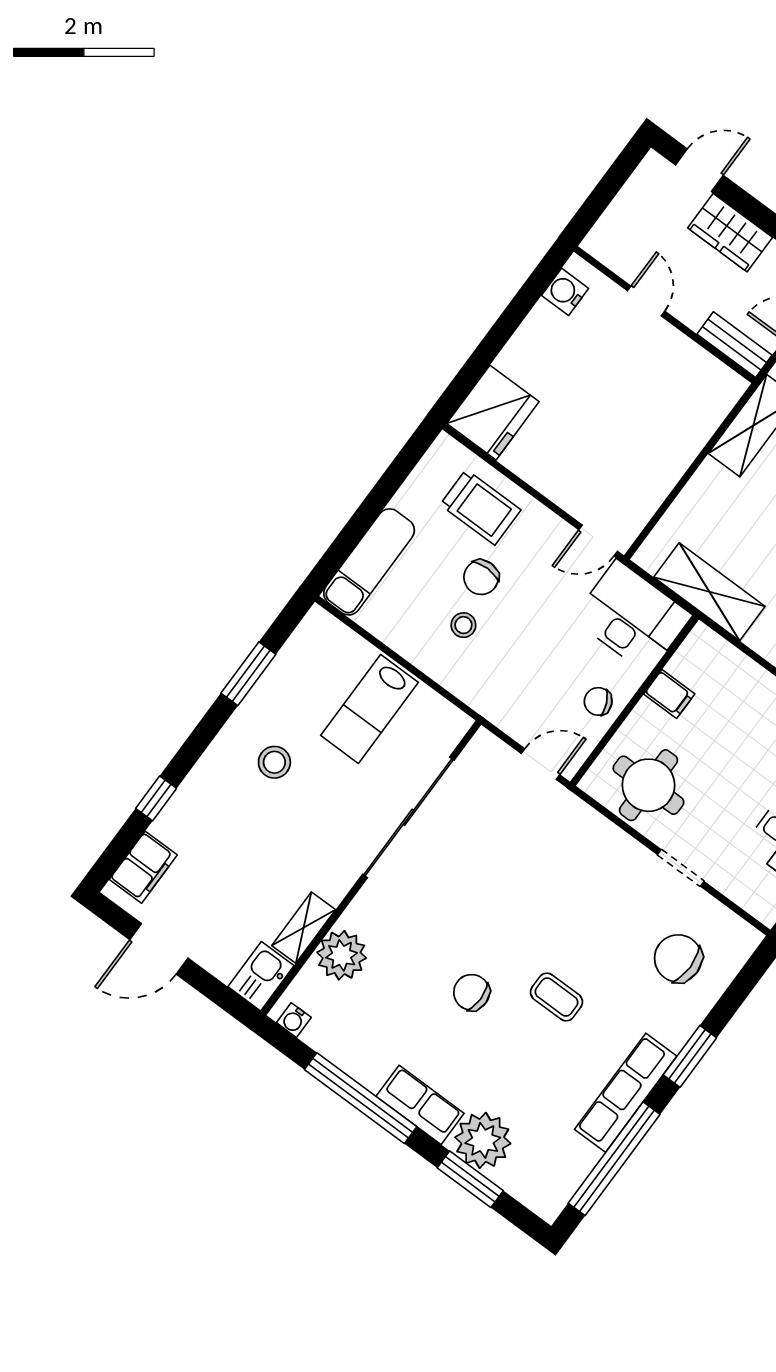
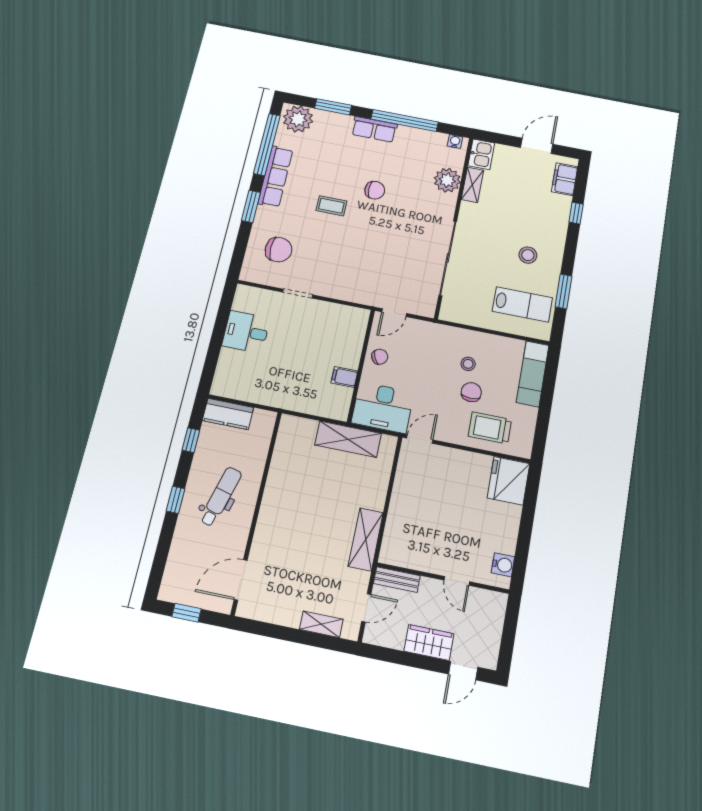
lab bench: (369, 709) -> (522, 304), moved, turned 90
round table: (648, 785) -> (334, 327), removed
plant: (483, 1140) -> (298, 119), moved

